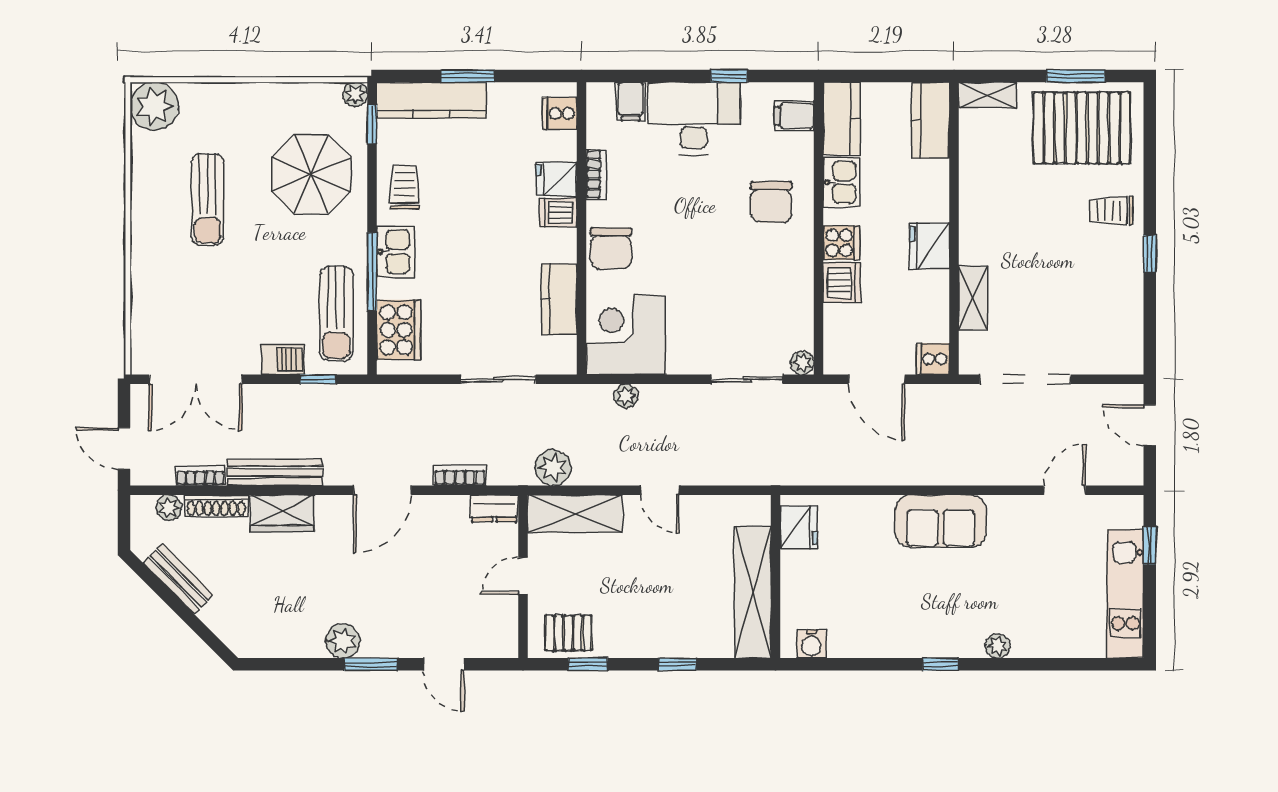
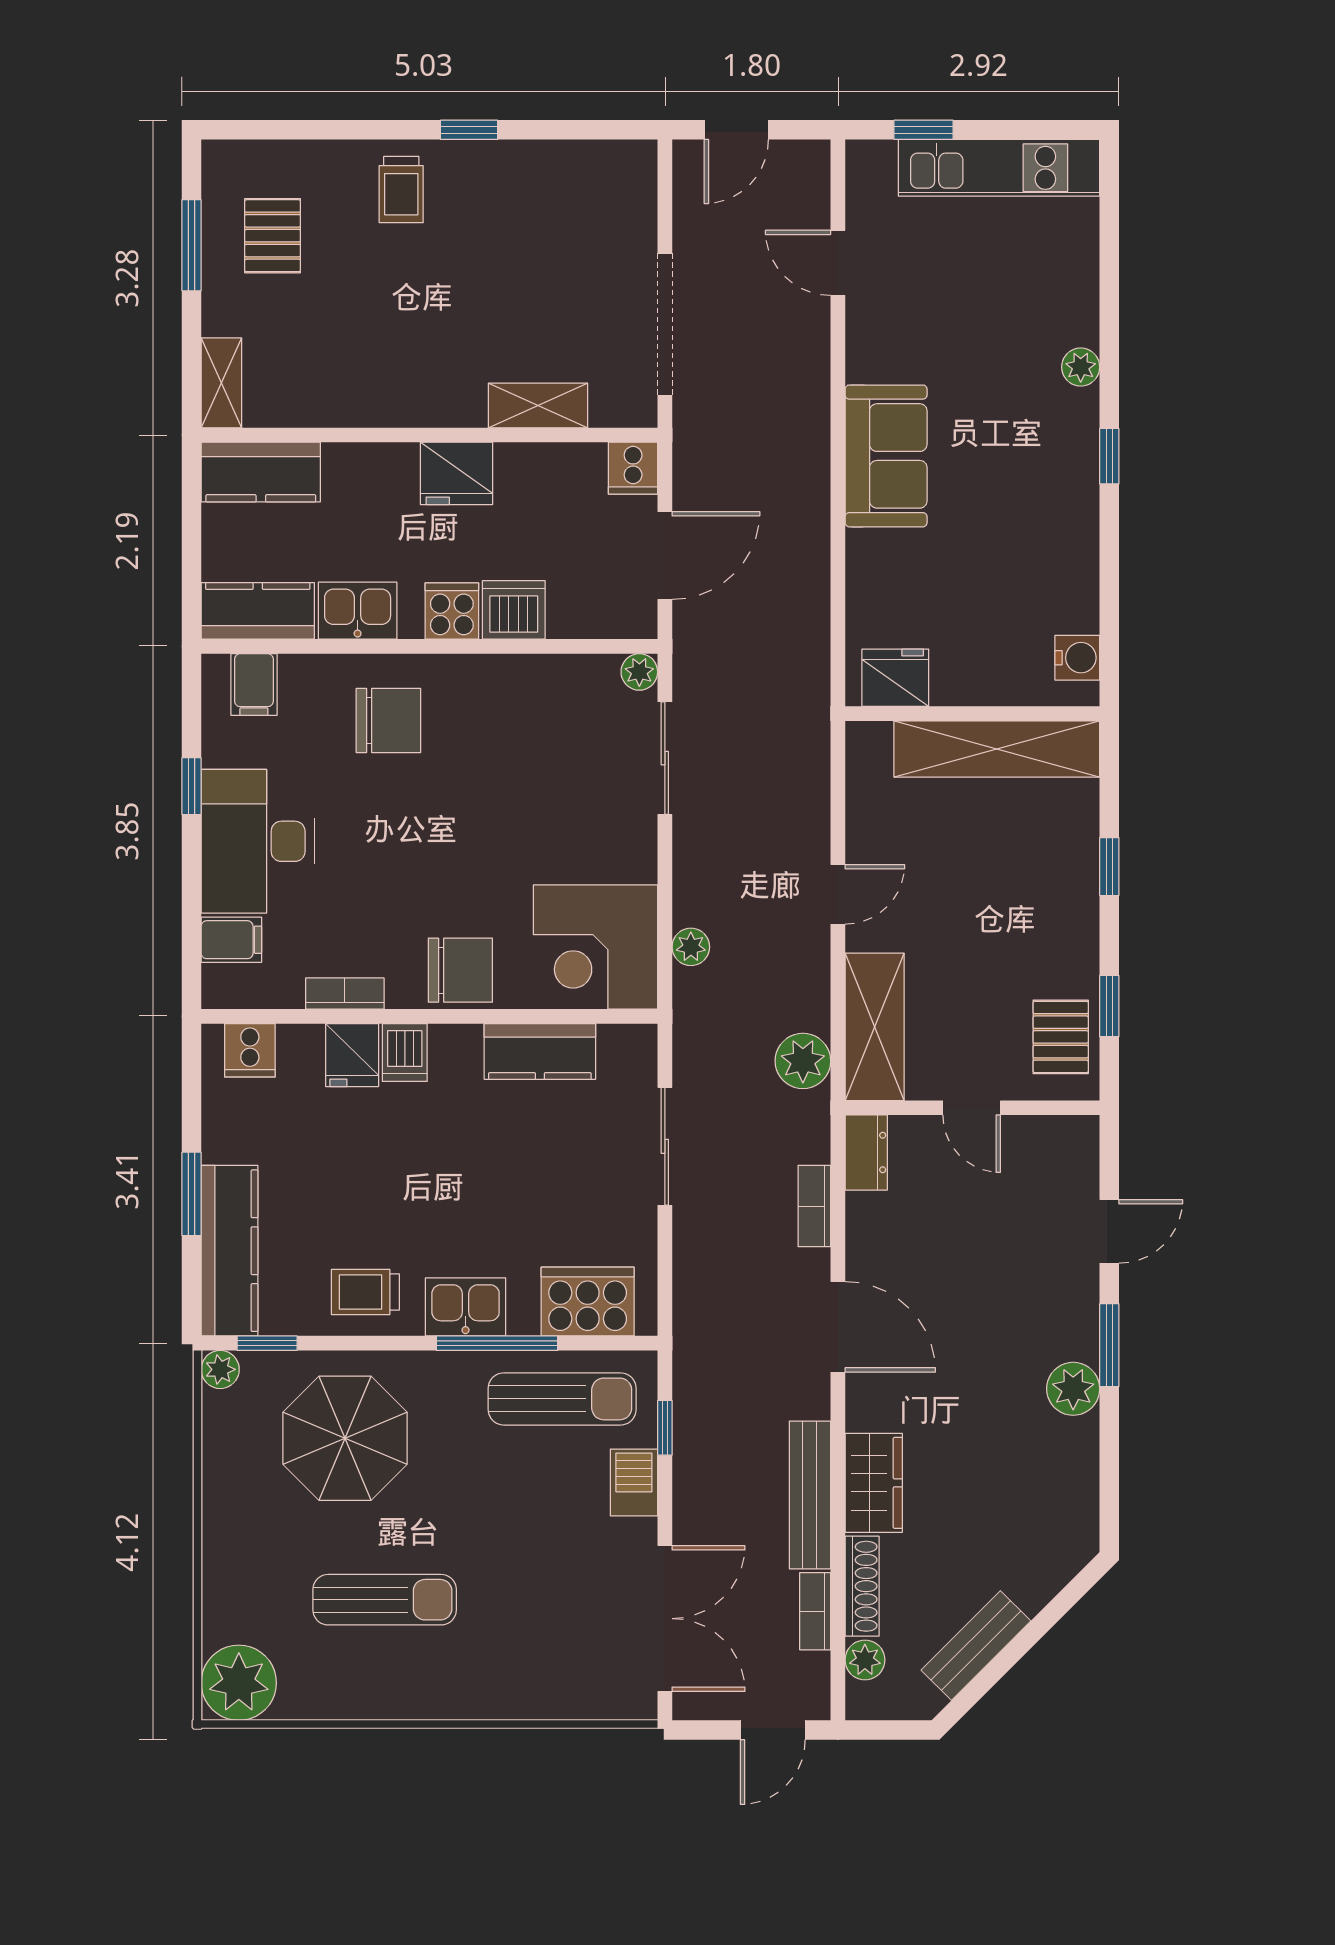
pallet: (1082, 128) -> (273, 236), width x0.49, depth x0.50

